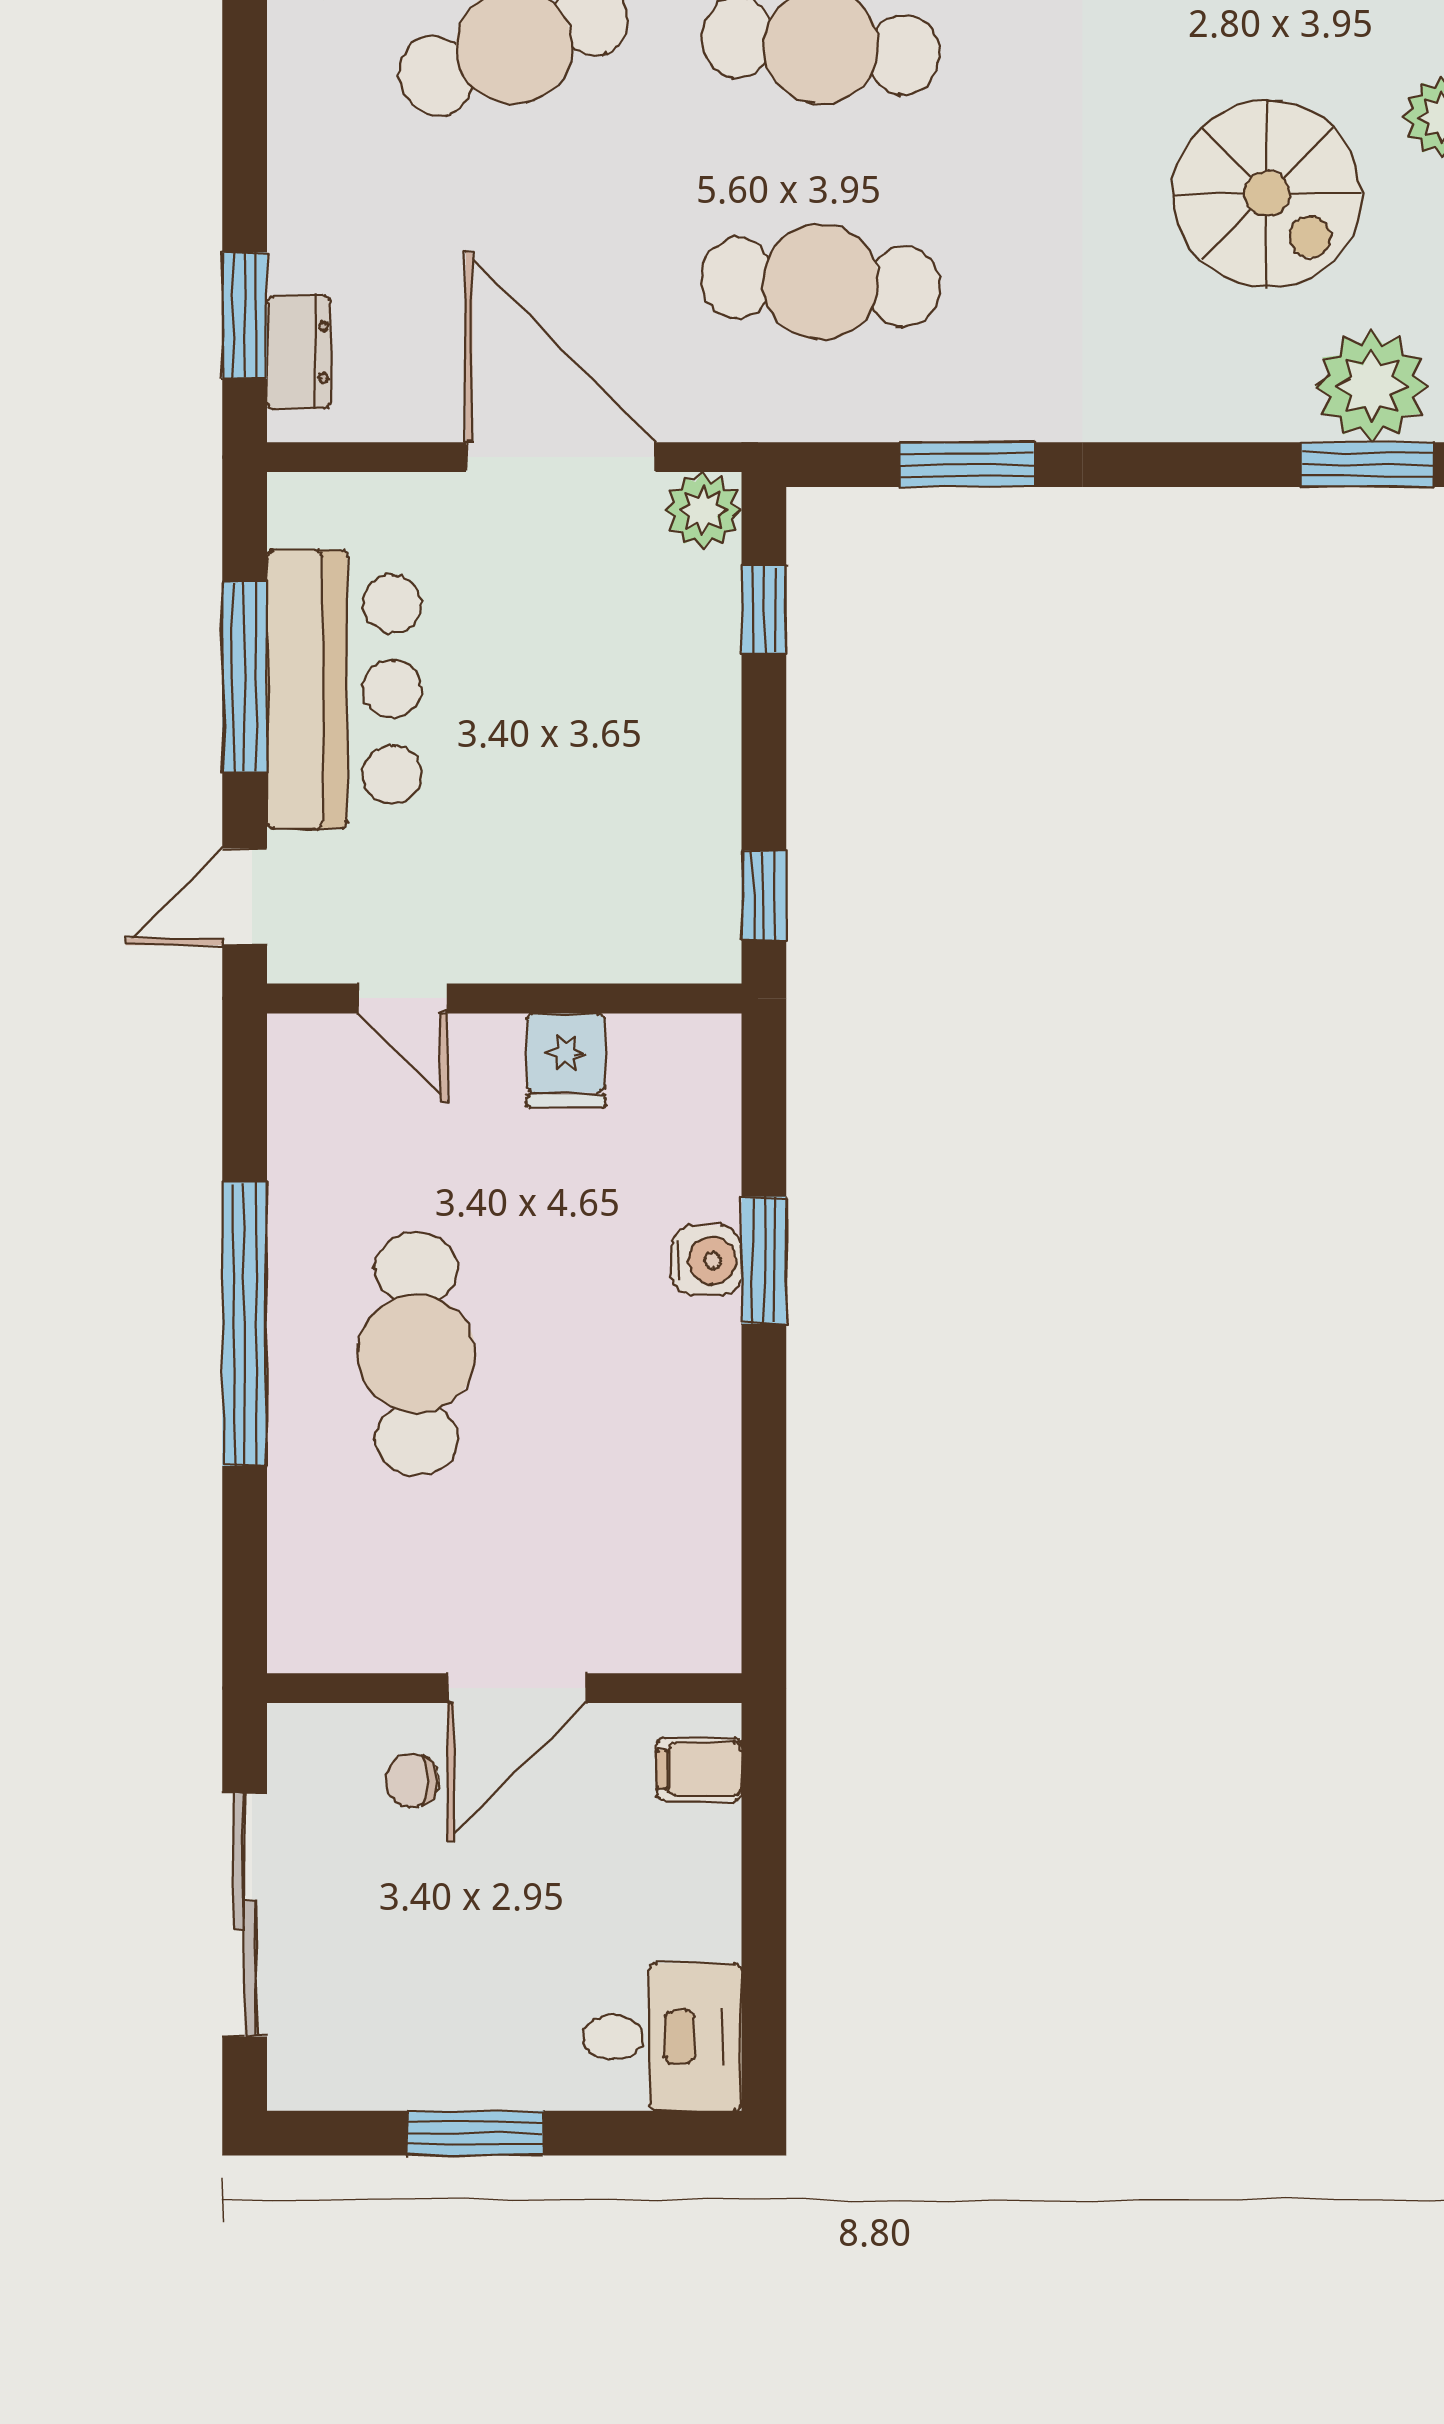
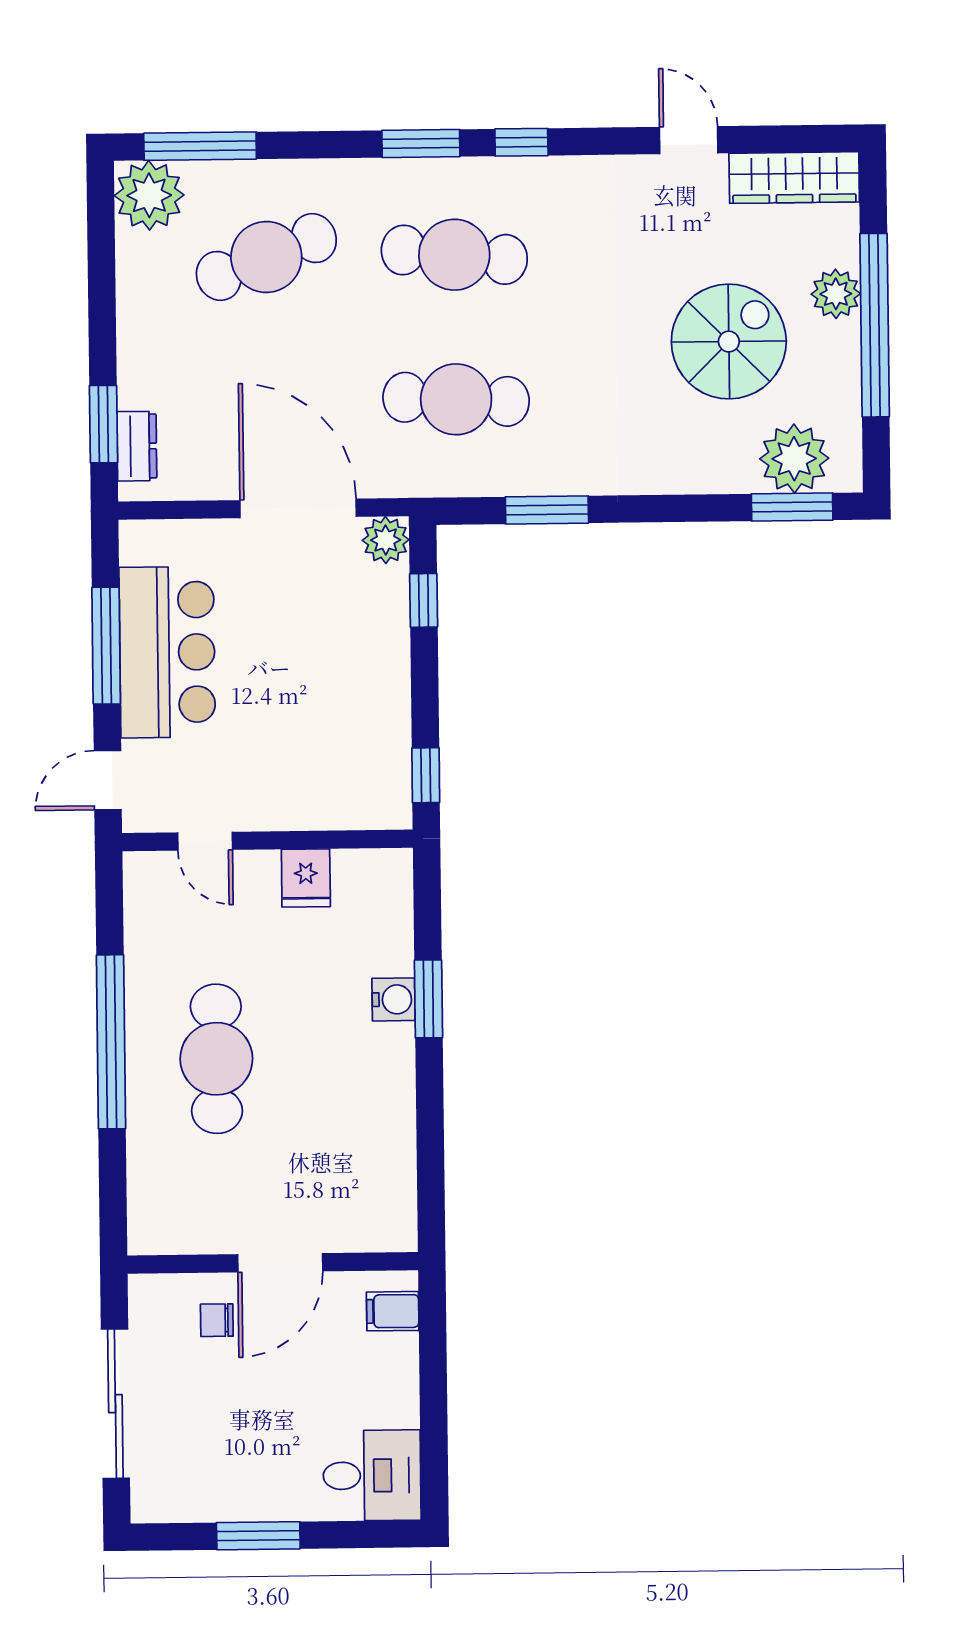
spiral stairs: (1267, 193) -> (729, 342), turned -90

